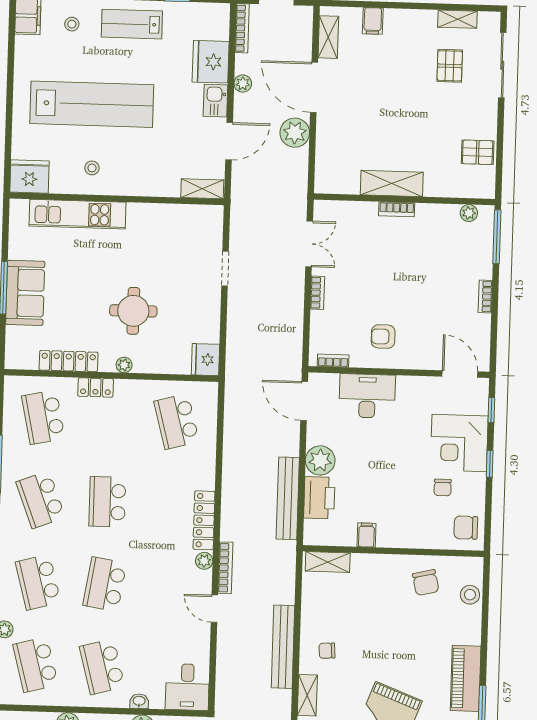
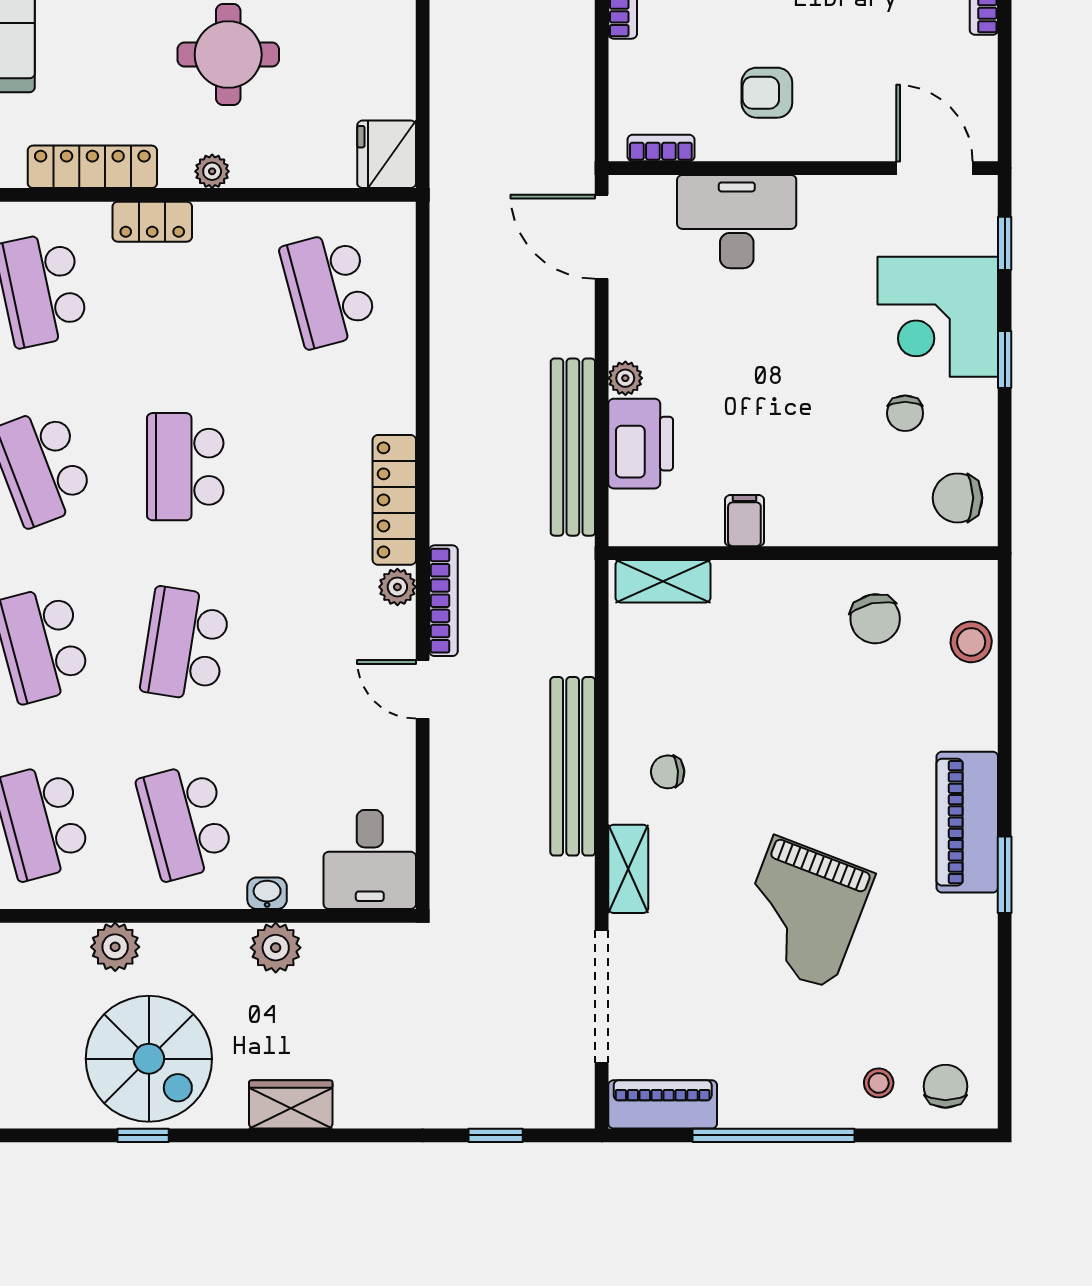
plant: (320, 460) -> (625, 378), width x0.53, depth x0.53

